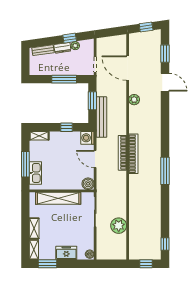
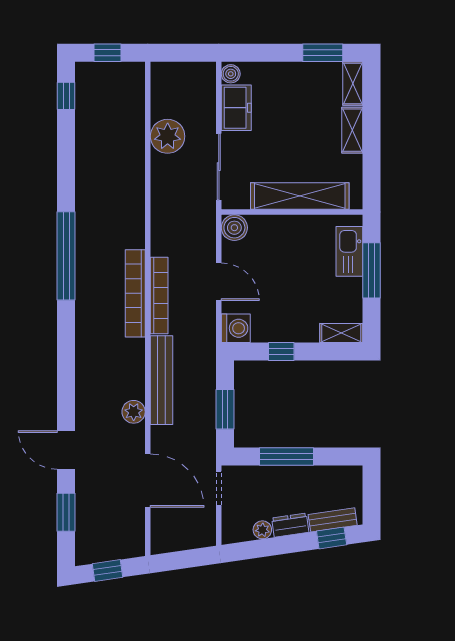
window: (70, 38) -> (332, 538), moved
bench: (101, 117) -> (161, 380), moved
window: (165, 171) -> (66, 256), width x1.46
freezer: (66, 253) -> (236, 108), moved, turned -90

